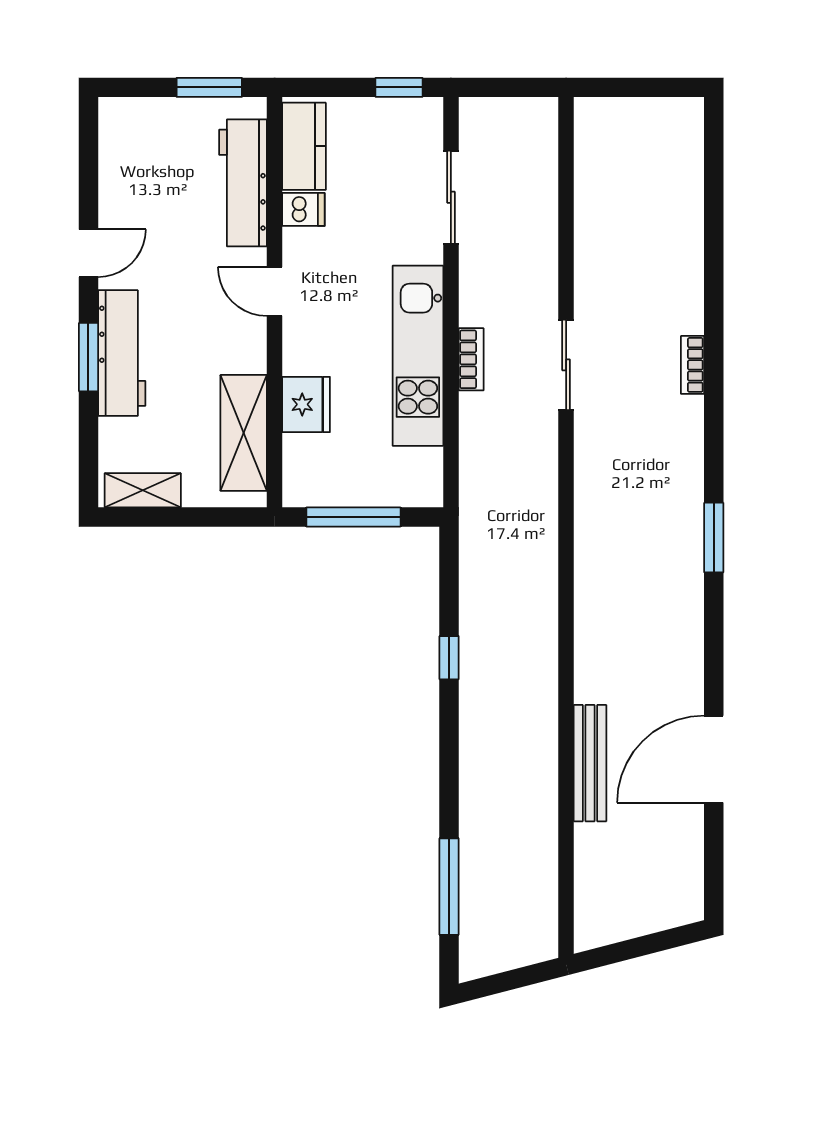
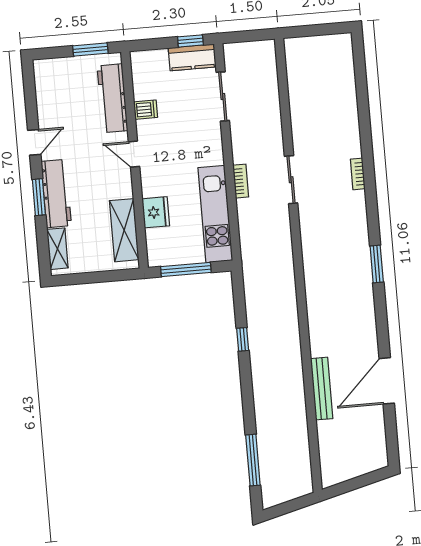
kitchen counter: (304, 146) -> (192, 57), moved, turned 90
kitchen unit: (418, 356) -> (215, 214), moved
shelving: (143, 490) -> (57, 249), moved, turned 90

